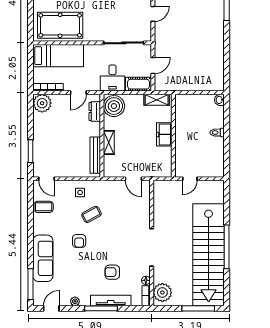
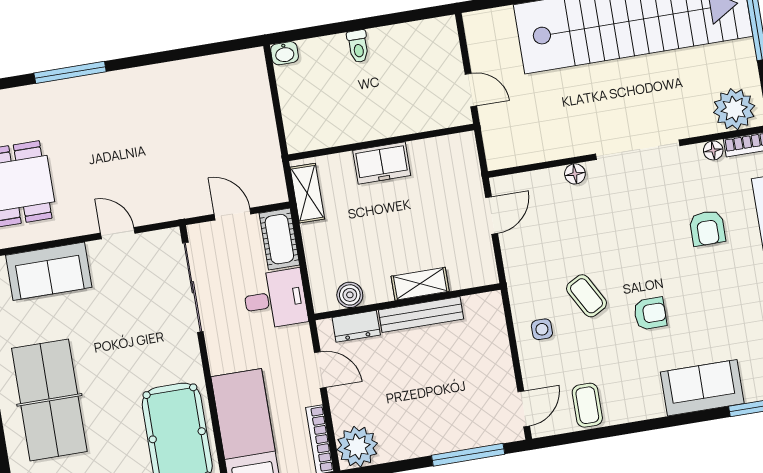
boiler: (114, 106) -> (350, 295), width x0.54, depth x0.54
window: (30, 151) -> (468, 455), width x1.44
bench: (95, 155) -> (421, 314), moved
floor lamp: (146, 218) -> (575, 174), added
sofa: (43, 258) -> (702, 388), width x0.73

